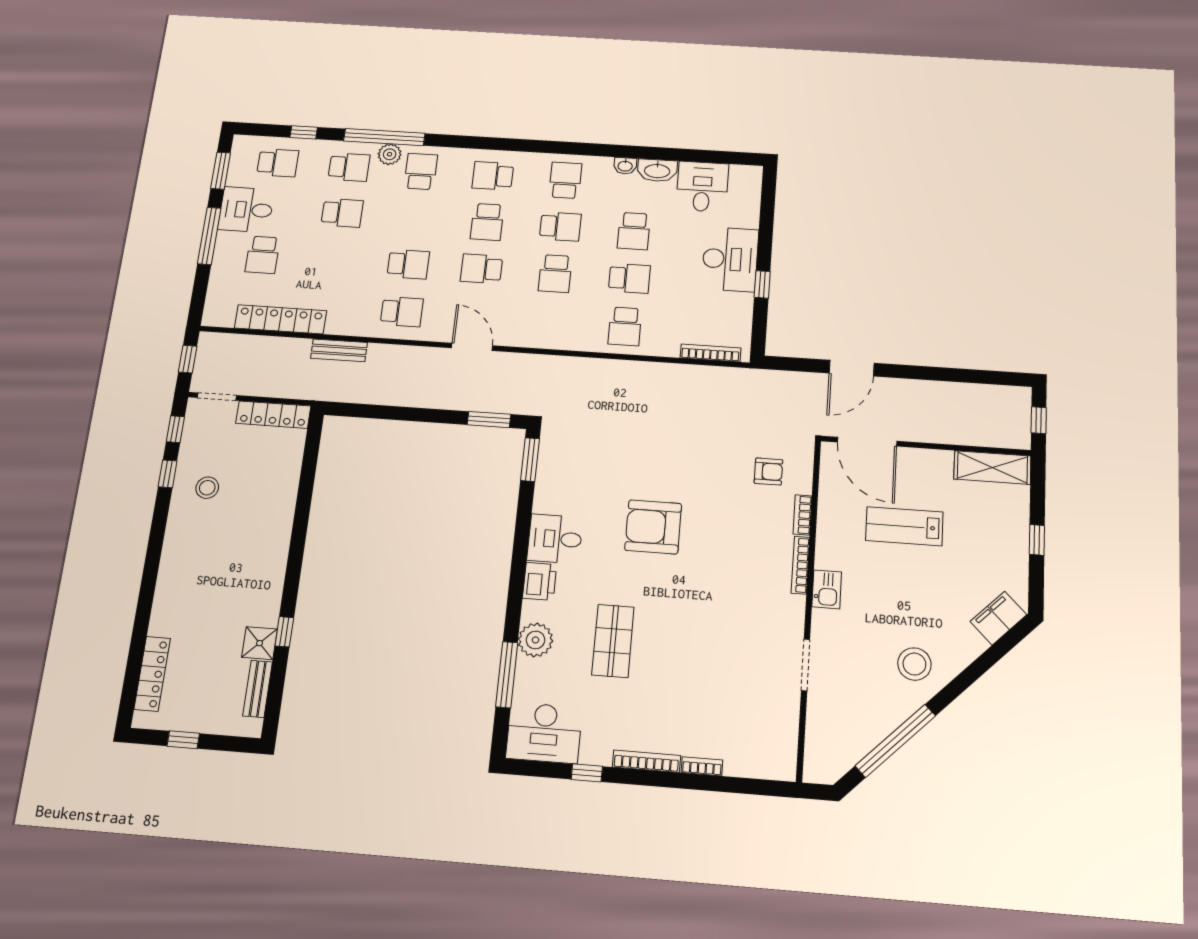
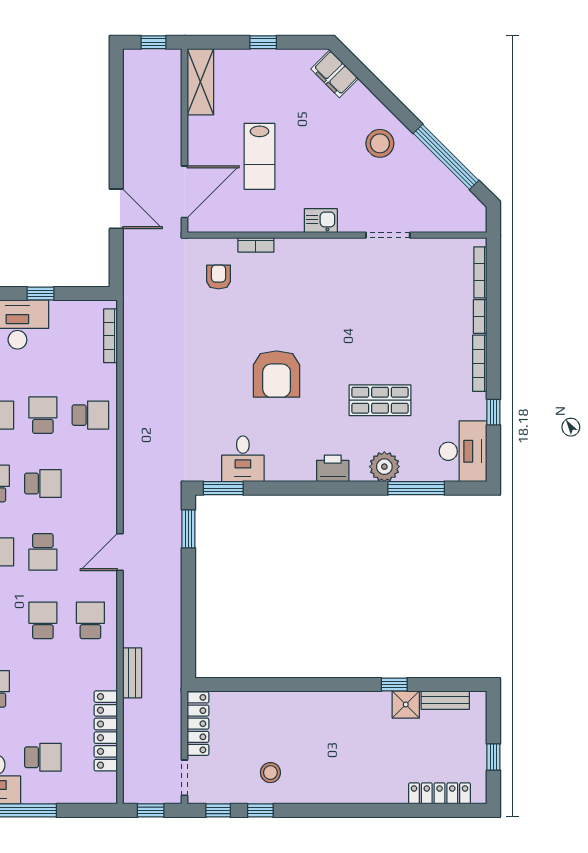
desk: (555, 539) -> (243, 459), moved
bookcase: (800, 565) -> (480, 272), moved, turned 90

